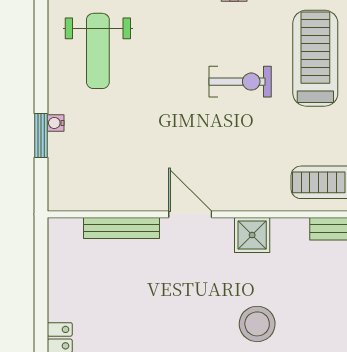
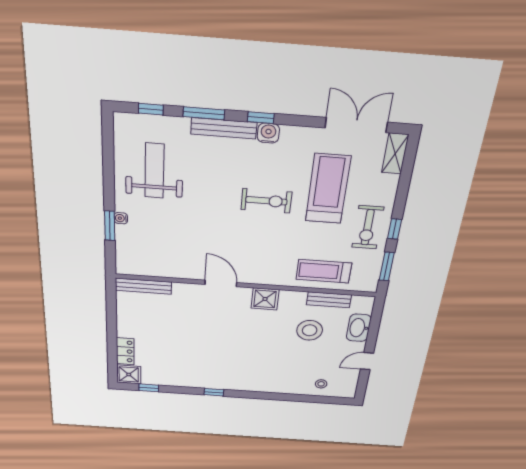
weight bench: (98, 51) -> (154, 171), turned 180
bench: (122, 228) -> (143, 286), moved
stool: (257, 324) -> (310, 330), moved

